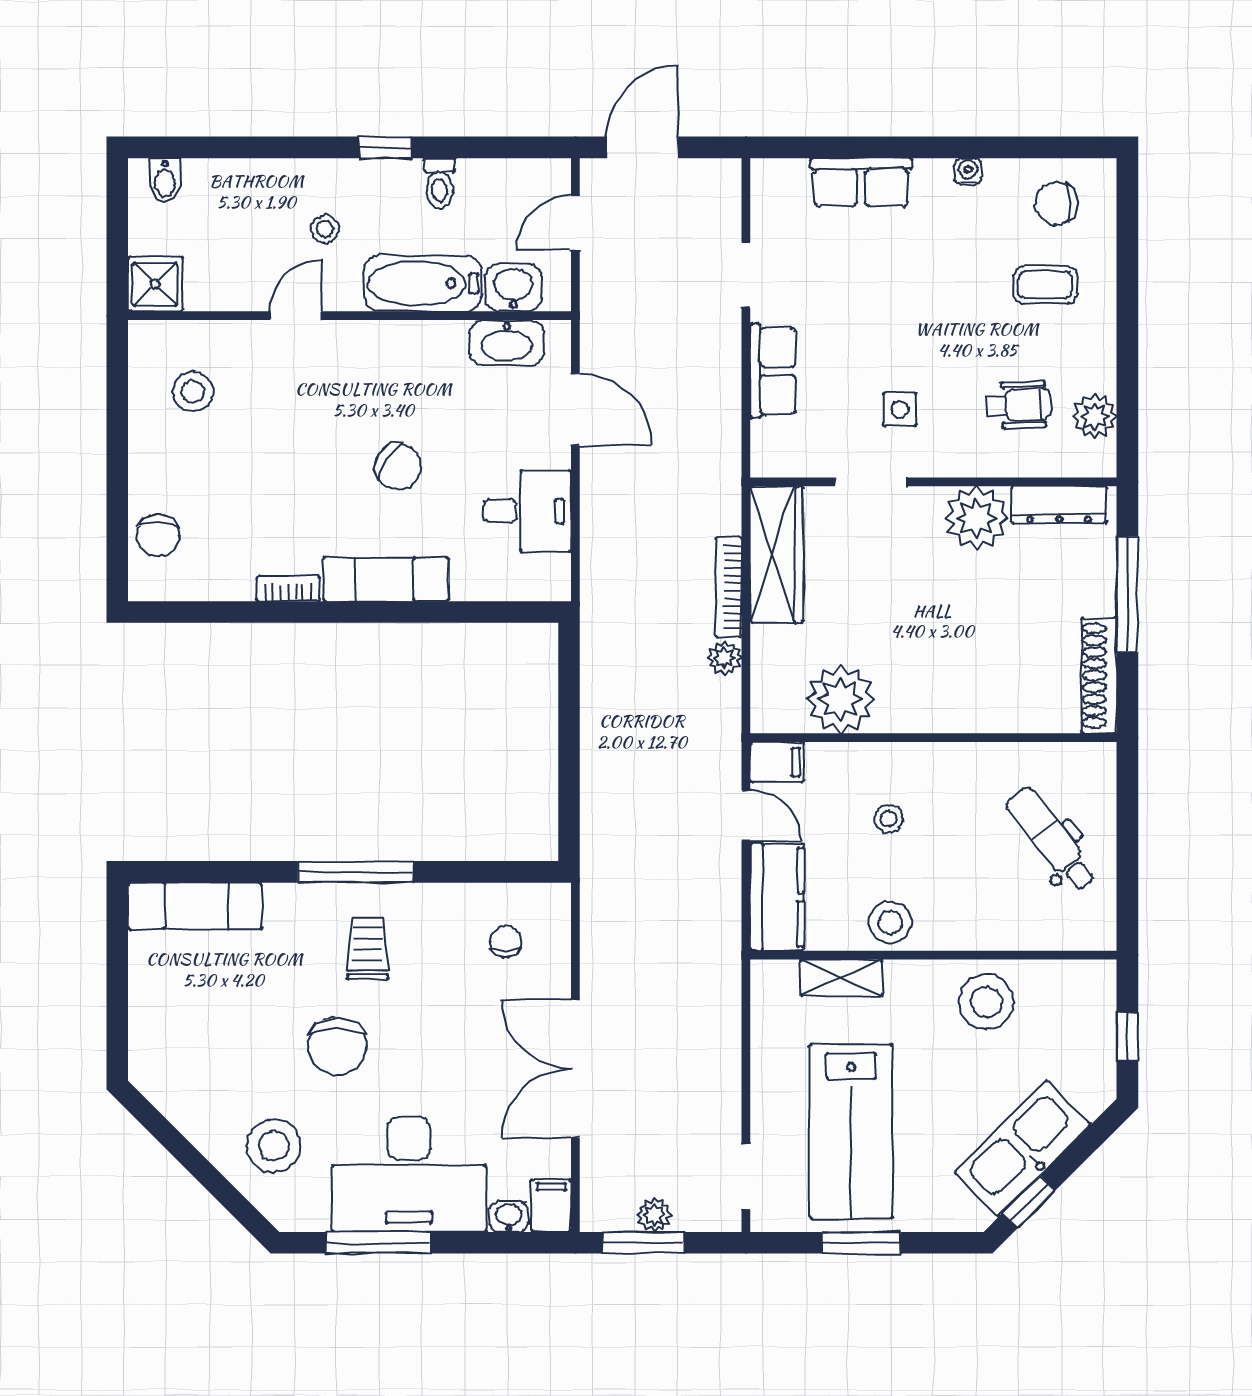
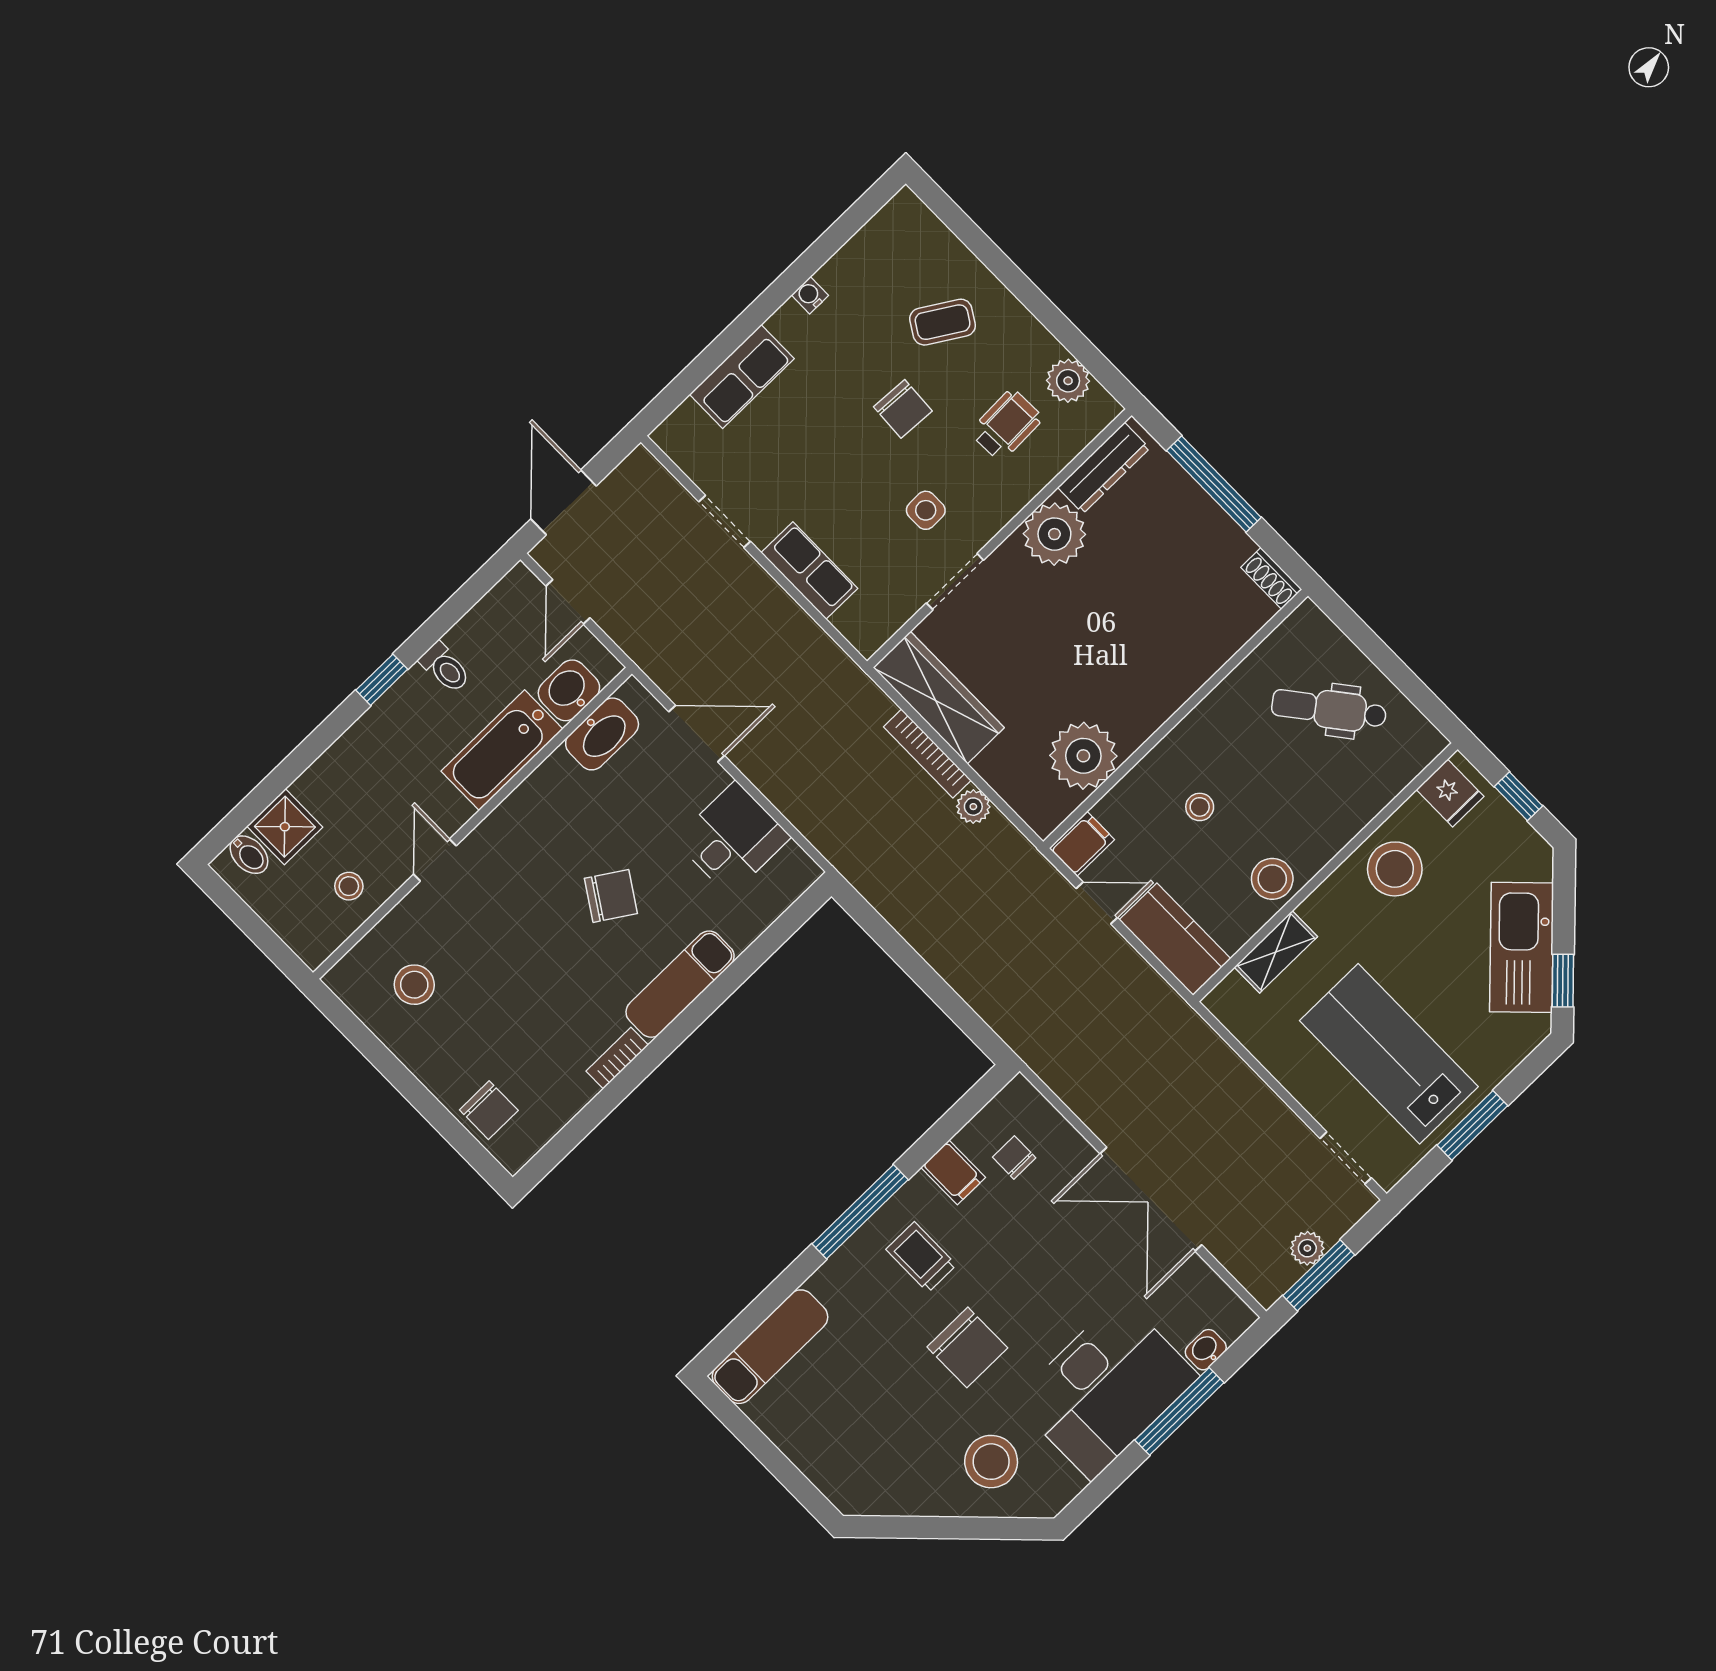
chair: (1056, 203) -> (903, 409), moved, turned -87
stool: (325, 229) -> (349, 886), moved
shower: (155, 284) -> (285, 827), moved
coffee table: (1045, 285) -> (943, 322), turned 32
shoe rack: (1099, 675) -> (1271, 578), width x0.51, depth x0.81
fridge: (1080, 986) -> (1450, 793), added
lab bench: (851, 1132) -> (1389, 1054), turned 180
filing cabinet: (551, 1205) -> (953, 1172), moved, turned 180
window: (379, 1243) -> (1179, 1411), moved

